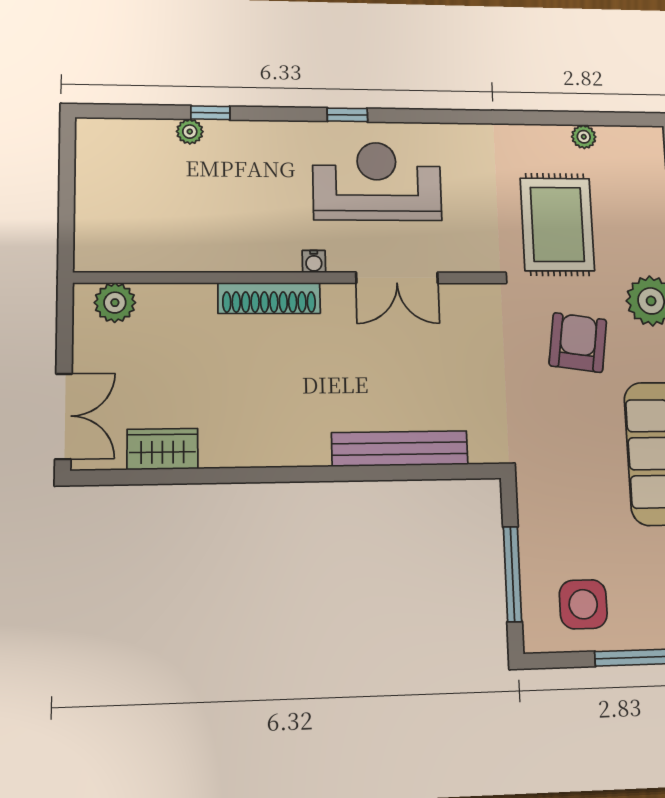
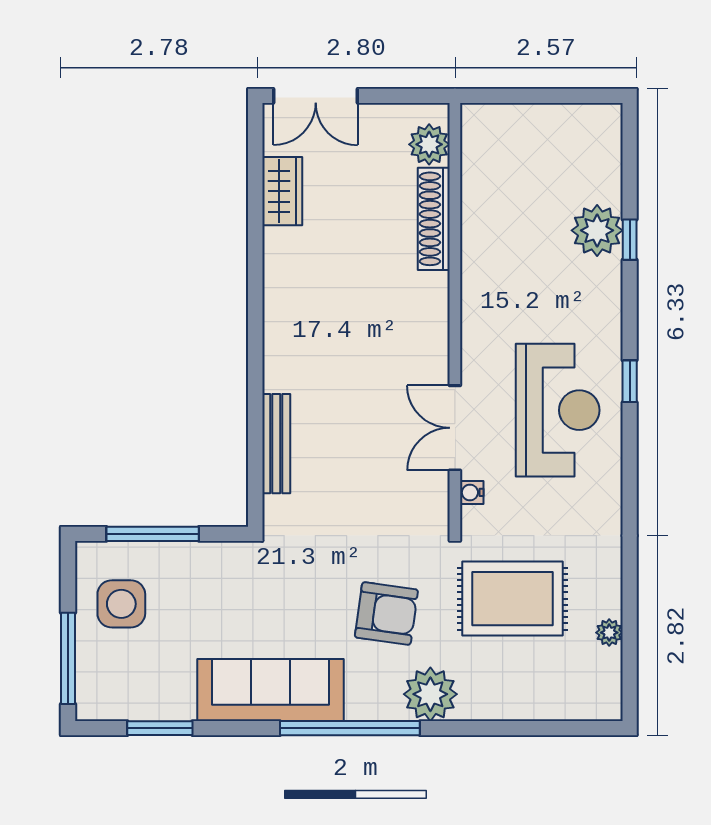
plant: (190, 132) -> (597, 230), width x1.88, depth x1.88
water cooler: (314, 262) -> (472, 492), moved
shoe rack: (269, 298) -> (434, 219), moved
bench: (400, 449) -> (276, 444), width x0.73, depth x0.82

